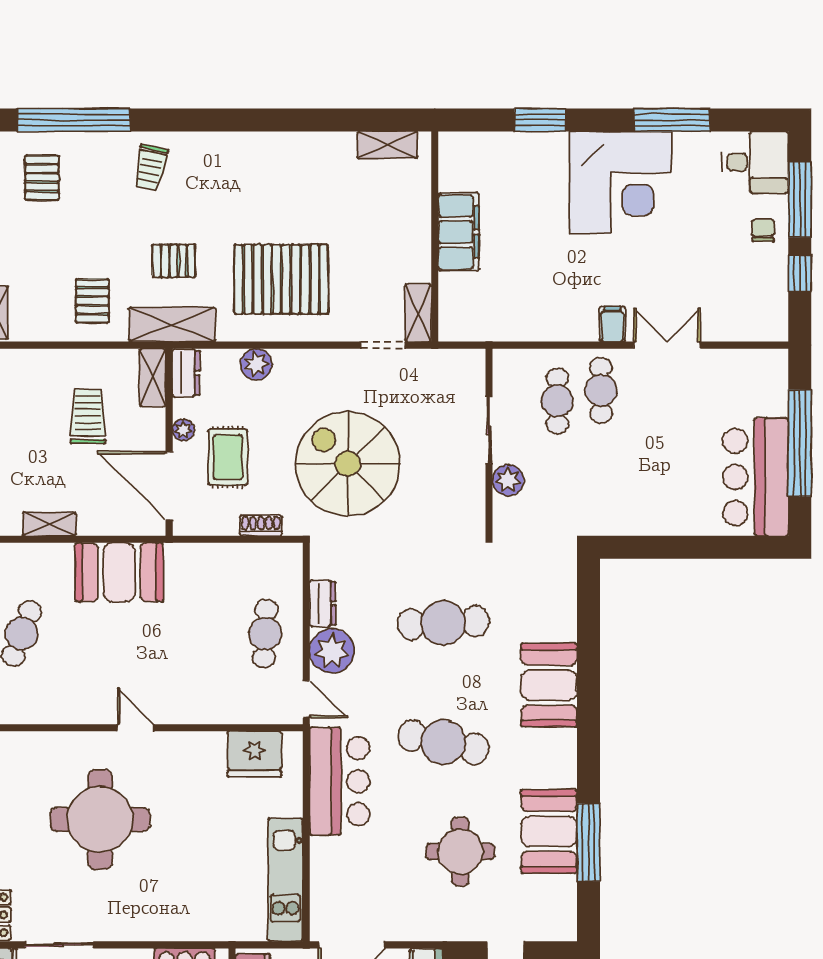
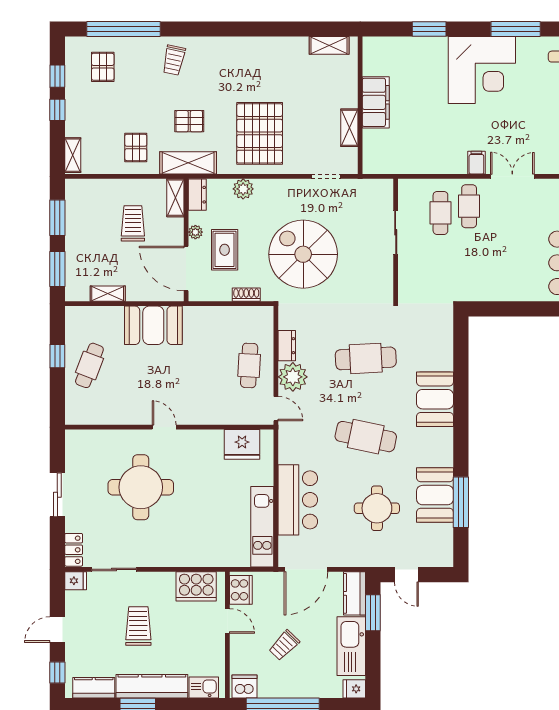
pallet: (281, 279) -> (260, 133), turned 90
shelving: (418, 313) -> (349, 128), moved
plant: (508, 480) -> (408, 265), removed
bar counter: (340, 781) -> (298, 500), moved

